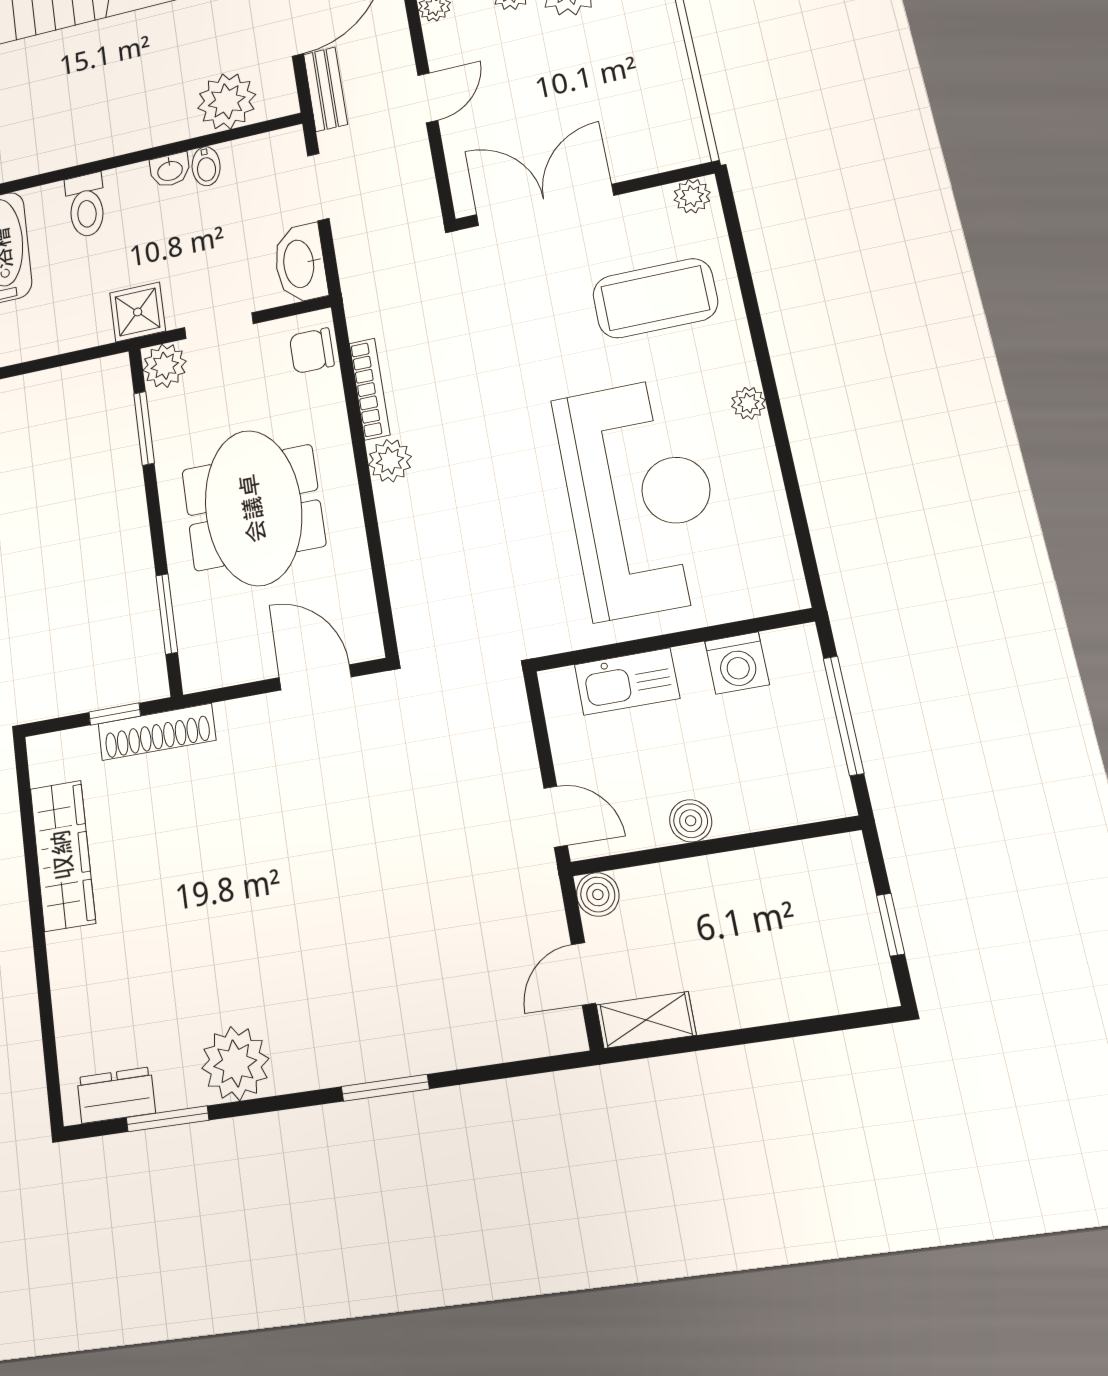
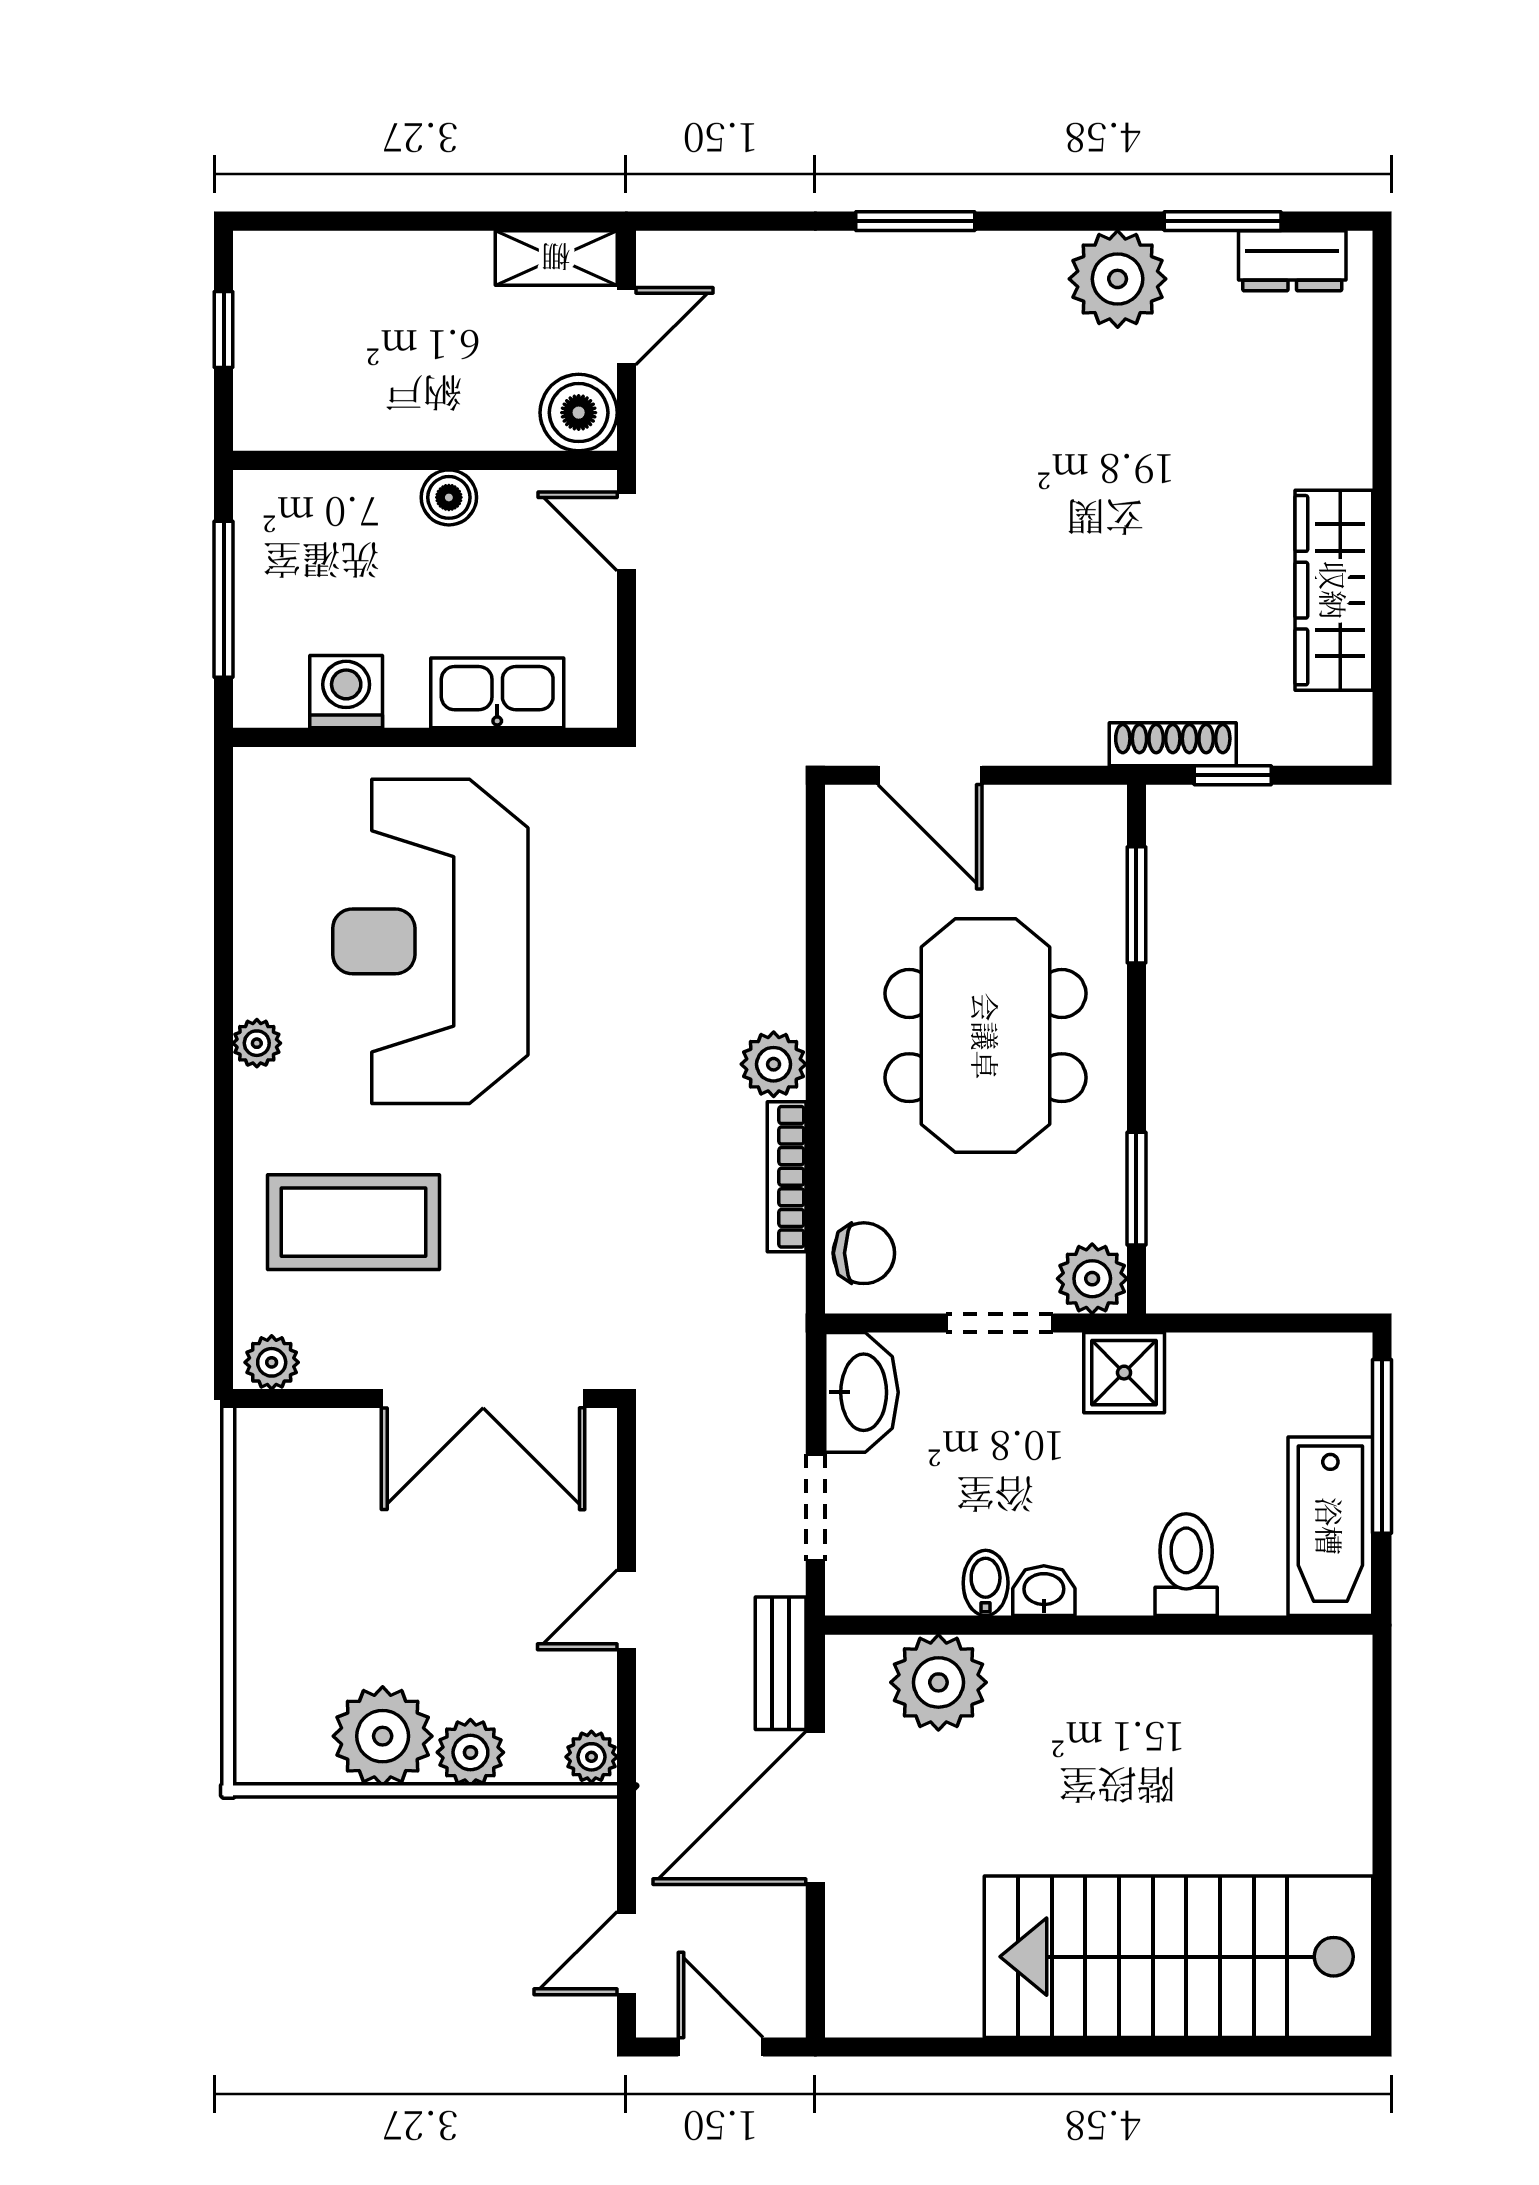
shoe rack: (157, 732) -> (1173, 744), width x0.74, depth x0.81
boiler: (598, 894) -> (579, 413), width x1.36, depth x1.36

